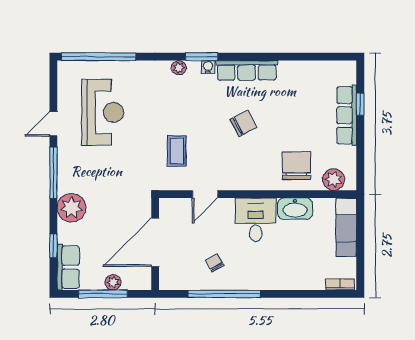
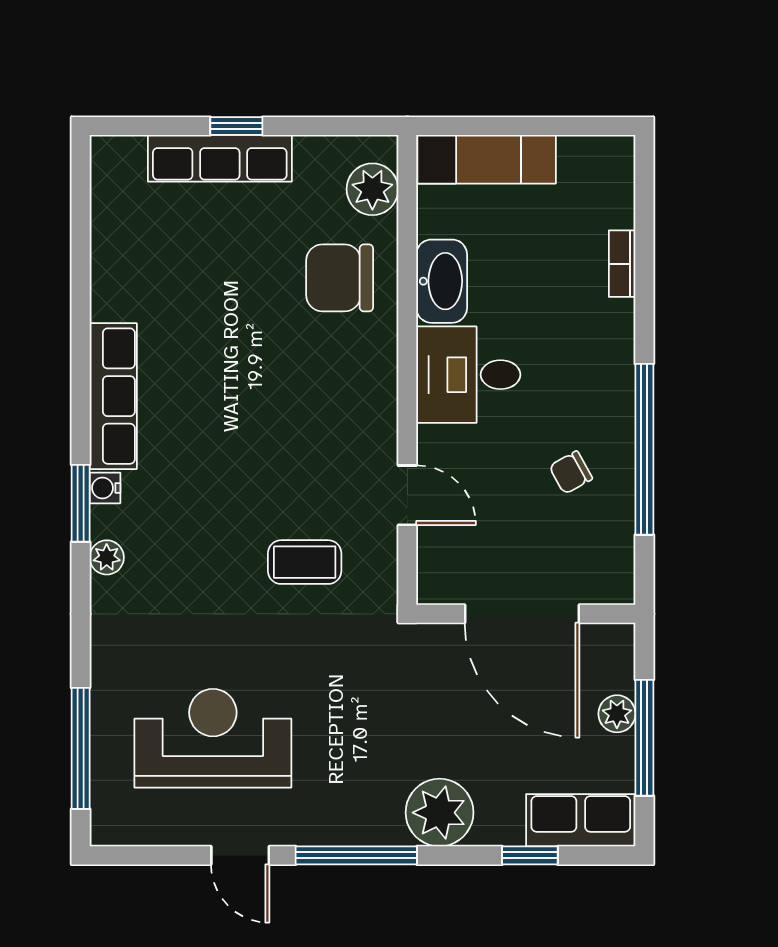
window: (98, 57) -> (81, 748), width x0.68
window: (360, 104) -> (236, 126), moved
chair: (243, 123) -> (239, 404), removed
bookcase: (340, 285) -> (622, 264), moved

